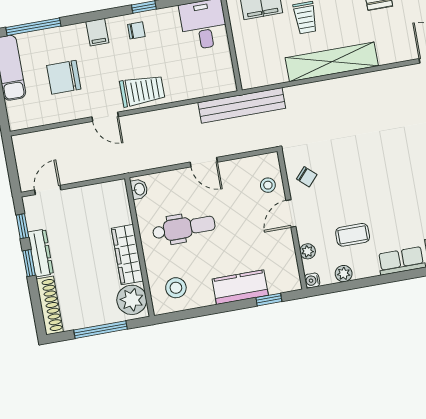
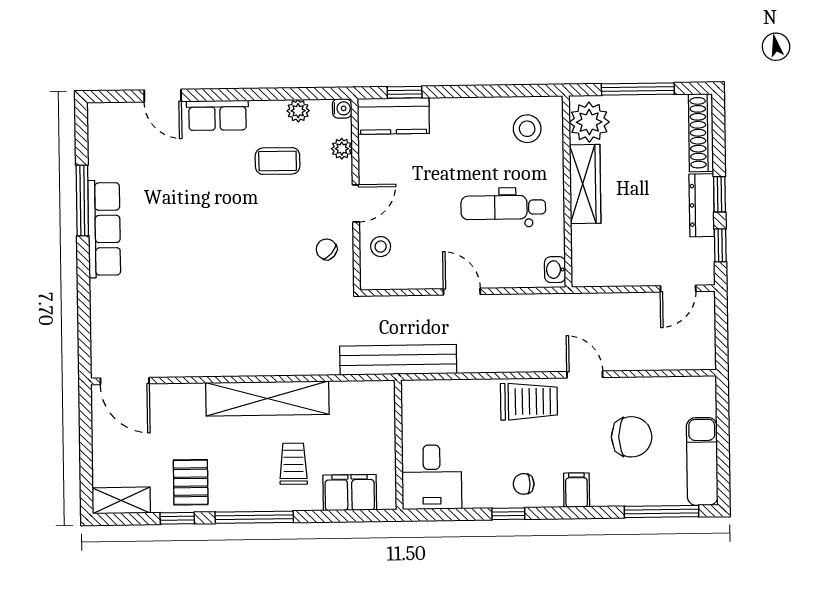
trolley: (142, 91) -> (529, 401), turned 180
kitchen counter: (240, 287) -> (393, 116), moved

